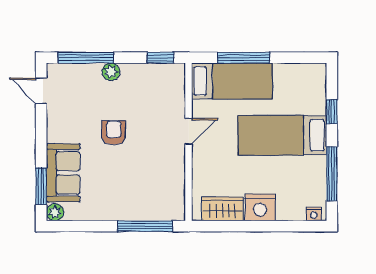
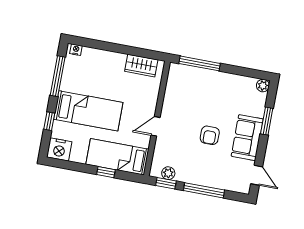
window: (86, 58) -> (204, 190), moved
window: (243, 58) -> (106, 172), width x0.46
plant: (111, 72) -> (168, 173), moved
sofa: (63, 173) -> (247, 138), moved
window: (41, 186) -> (267, 121), moved
nightstand: (260, 207) -> (59, 149), moved, turned 180

